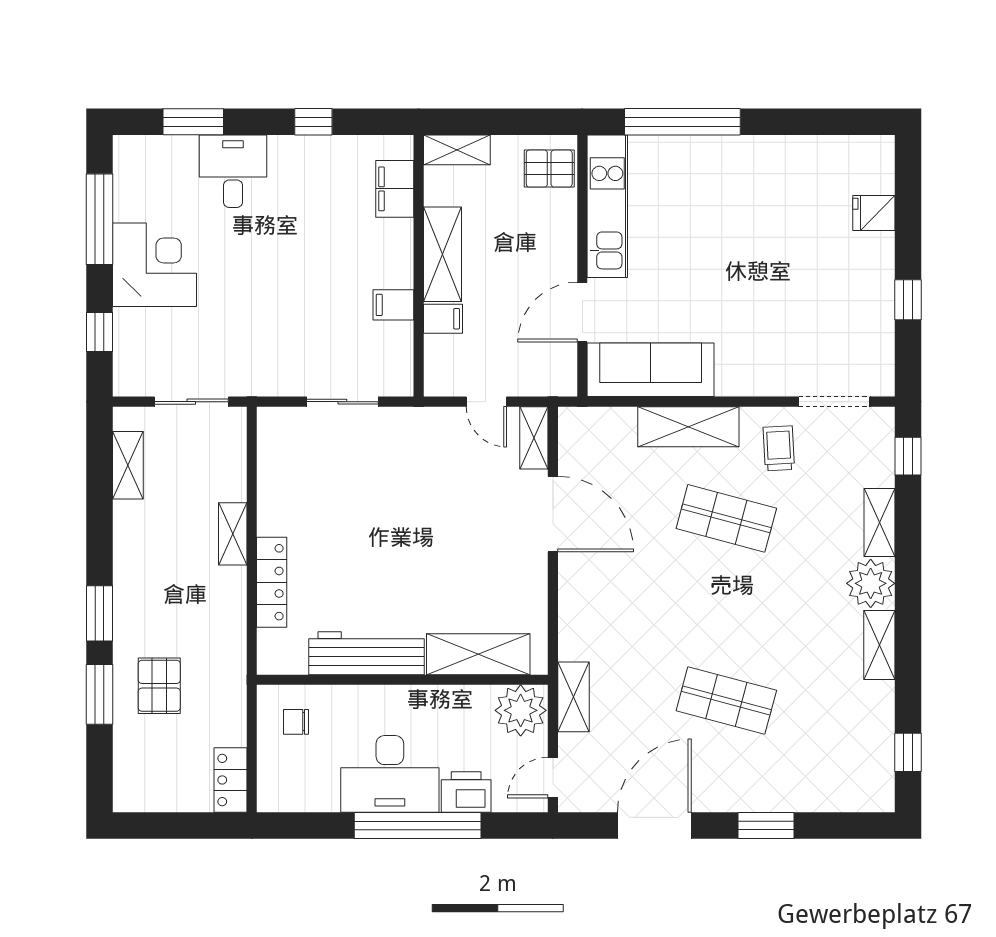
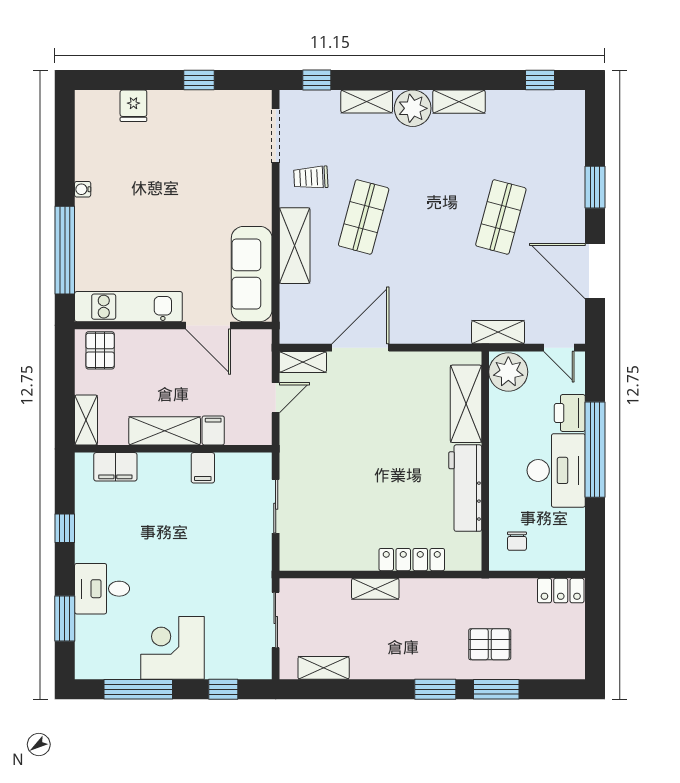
water cooler: (763, 145) -> (83, 189), added

